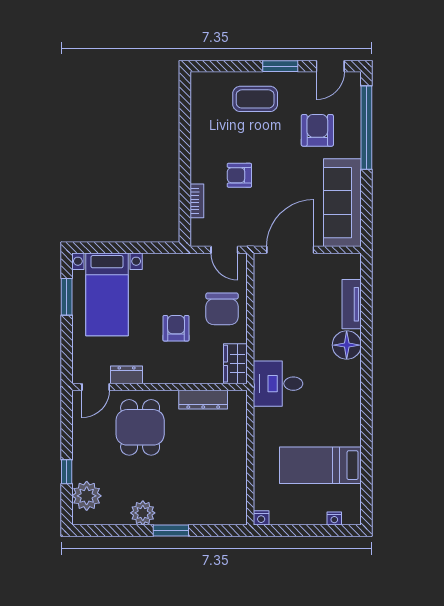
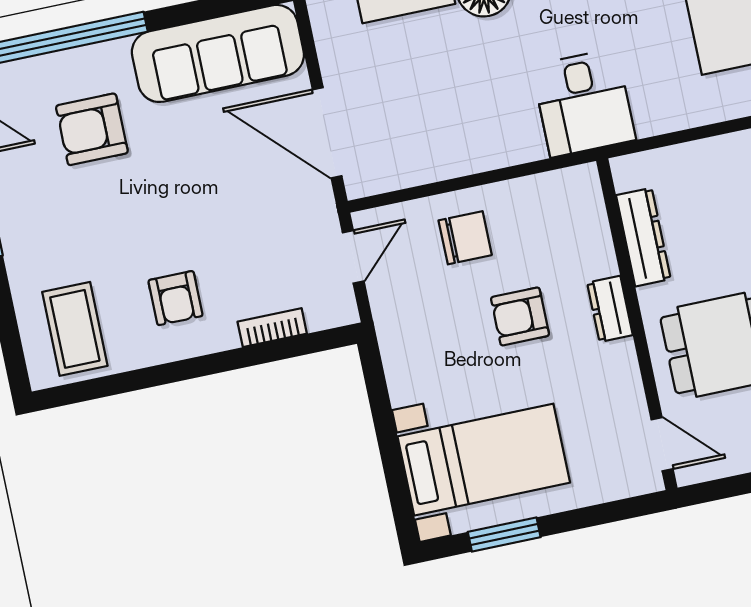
coffee table: (255, 99) -> (75, 329), moved
armchair: (239, 175) -> (175, 298), moved
chair: (222, 309) -> (465, 238), width x0.73, depth x0.73
wardrobe: (235, 364) -> (563, 191), removed
dresser: (127, 375) -> (610, 309), moved

